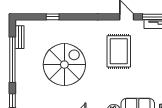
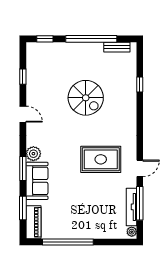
spiral stairs: (64, 65) -> (86, 98), width x0.73, depth x0.73

